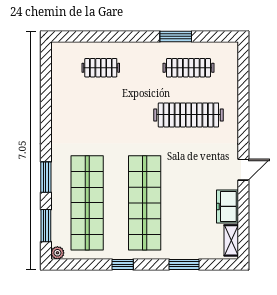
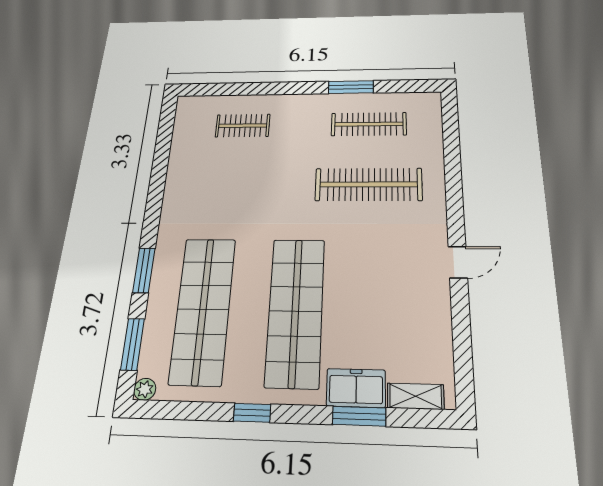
freezer: (227, 206) -> (356, 388), moved, turned 90
shelving: (231, 240) -> (416, 396), moved, turned 90

